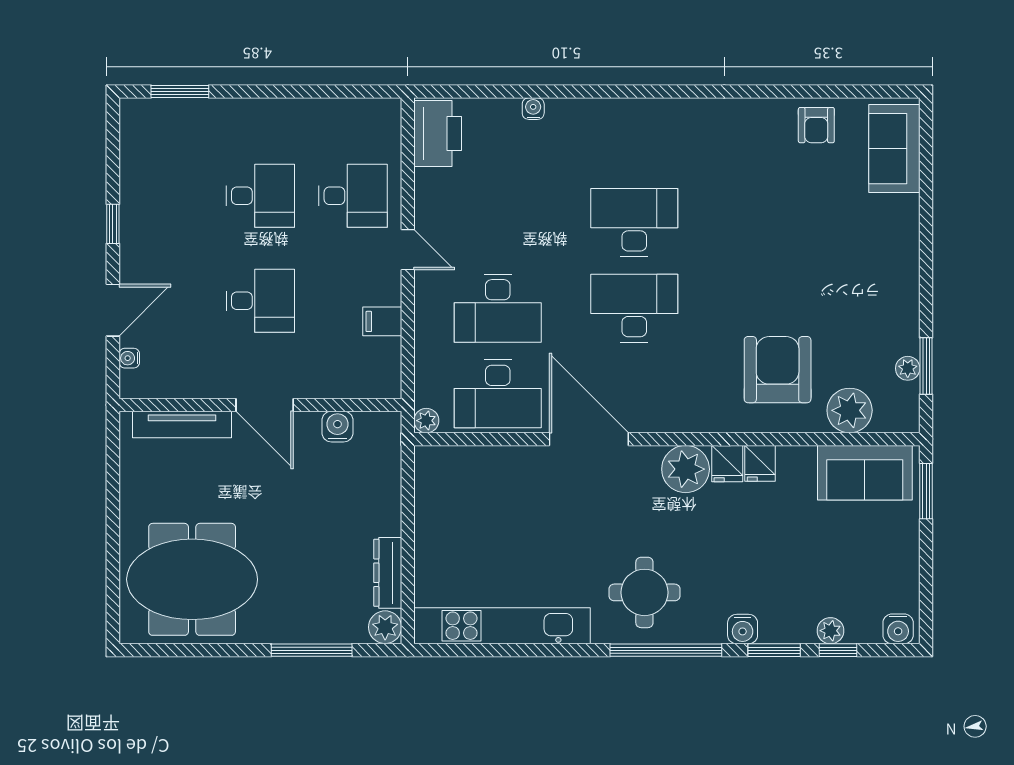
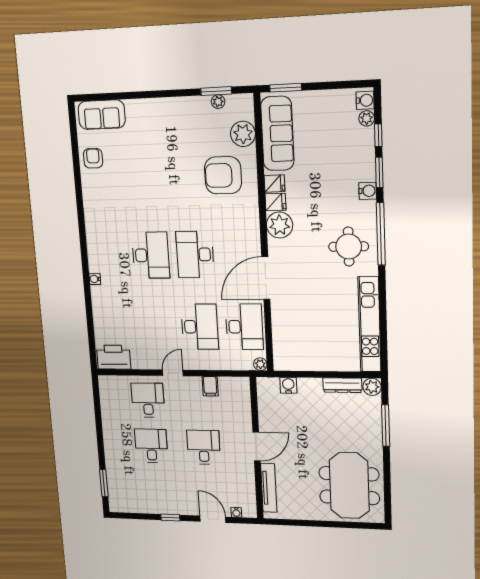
water cooler: (533, 109) -> (95, 279), moved
armchair: (816, 125) -> (93, 158), turned -90
desk: (634, 222) -> (151, 255), turned 180
water cooler: (337, 427) -> (288, 385), moved, turned 90
sofa: (865, 473) -> (277, 134), width x1.36
plant: (830, 631) -> (367, 118), moved

